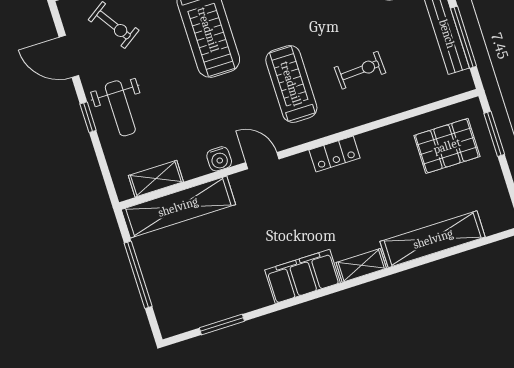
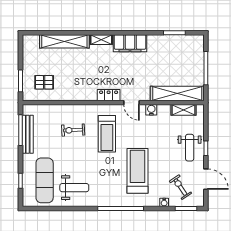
weight bench: (120, 108) -> (190, 148), turned 180
pallet: (447, 146) -> (44, 82), width x0.67, depth x0.71
locker: (335, 154) -> (109, 95), moved

